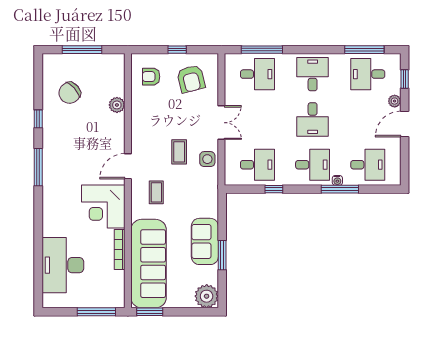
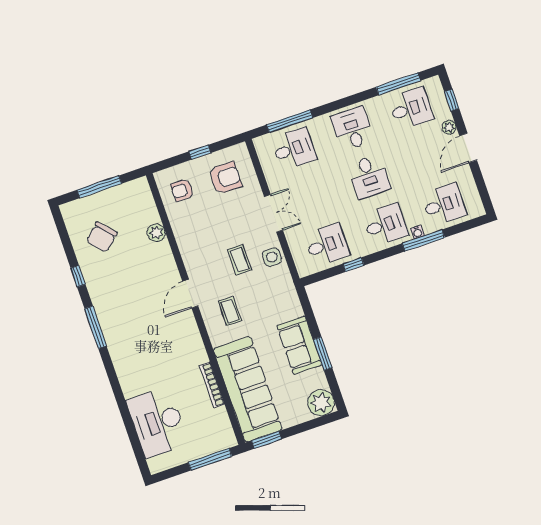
desk: (368, 74) -> (411, 108), turned 180
armchair: (191, 79) -> (225, 178), turned -76
corner desk: (103, 207) -> (179, 345), removed

